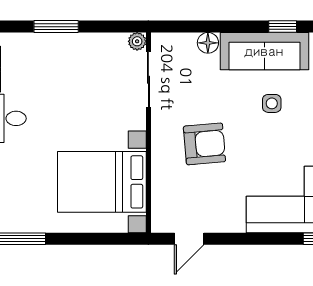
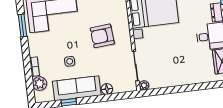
window: (56, 27) -> (187, 88), removed

